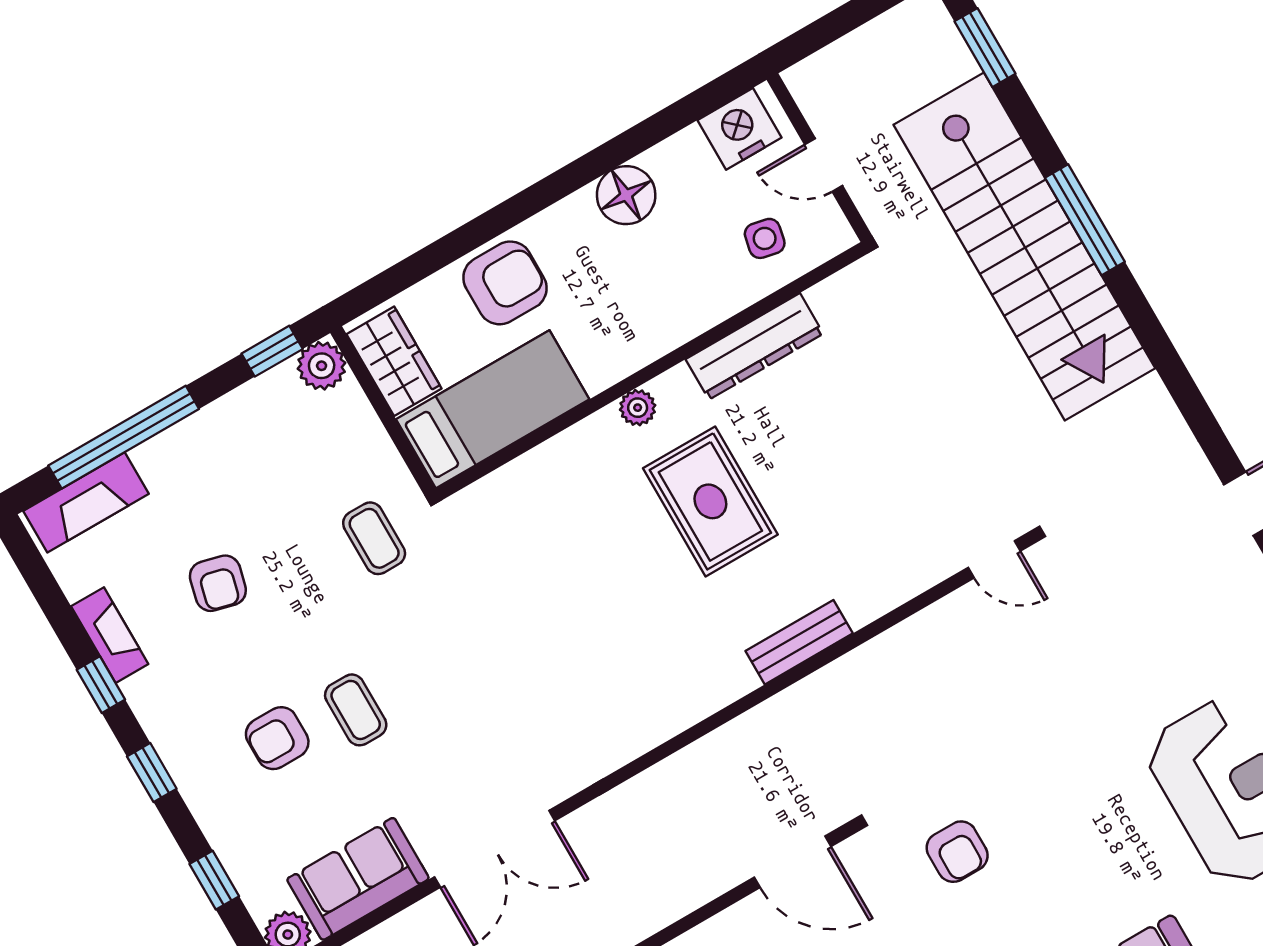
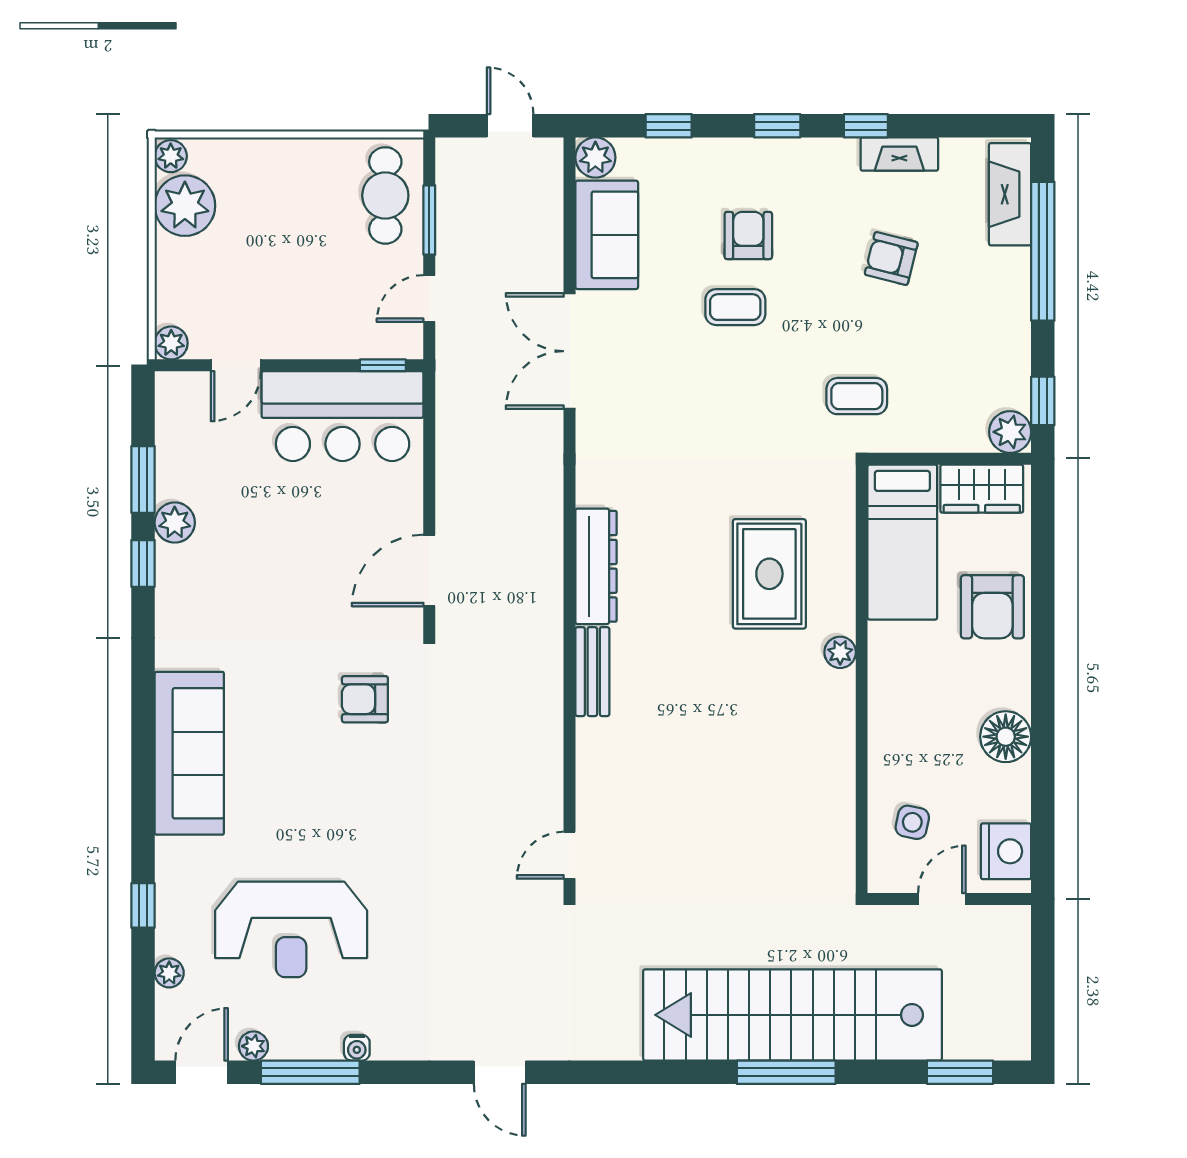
dresser: (754, 346) -> (596, 566), moved, turned 180
rug: (710, 501) -> (769, 574), moved, turned 90

